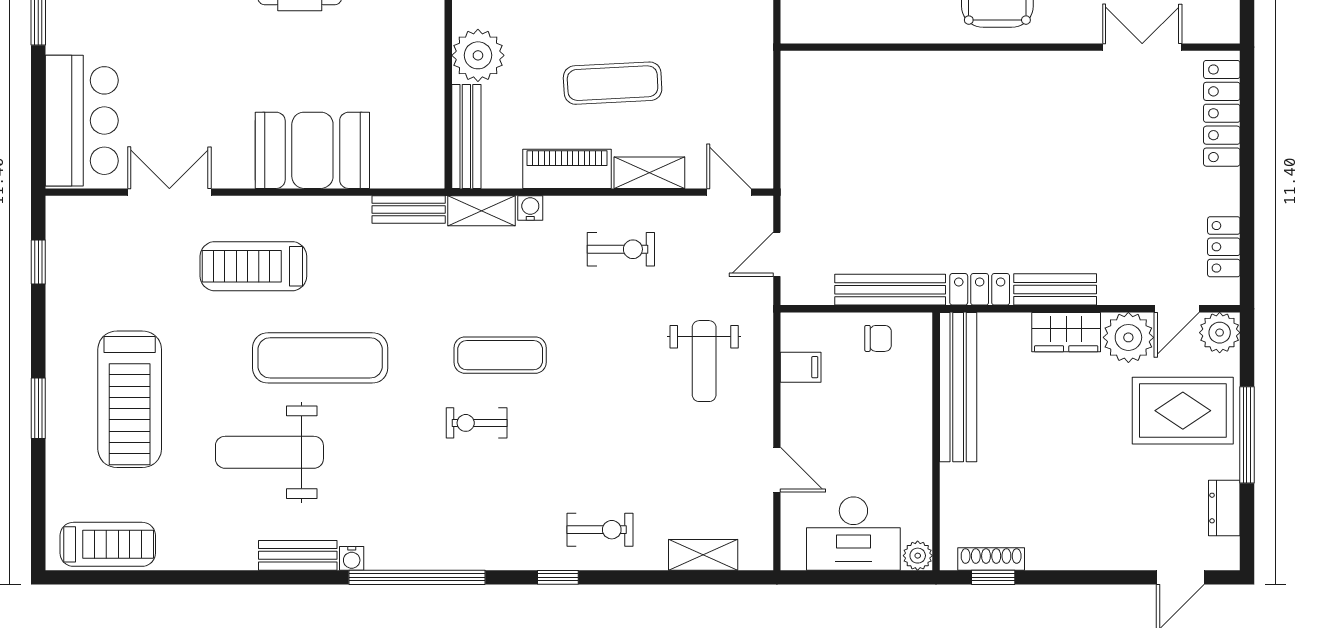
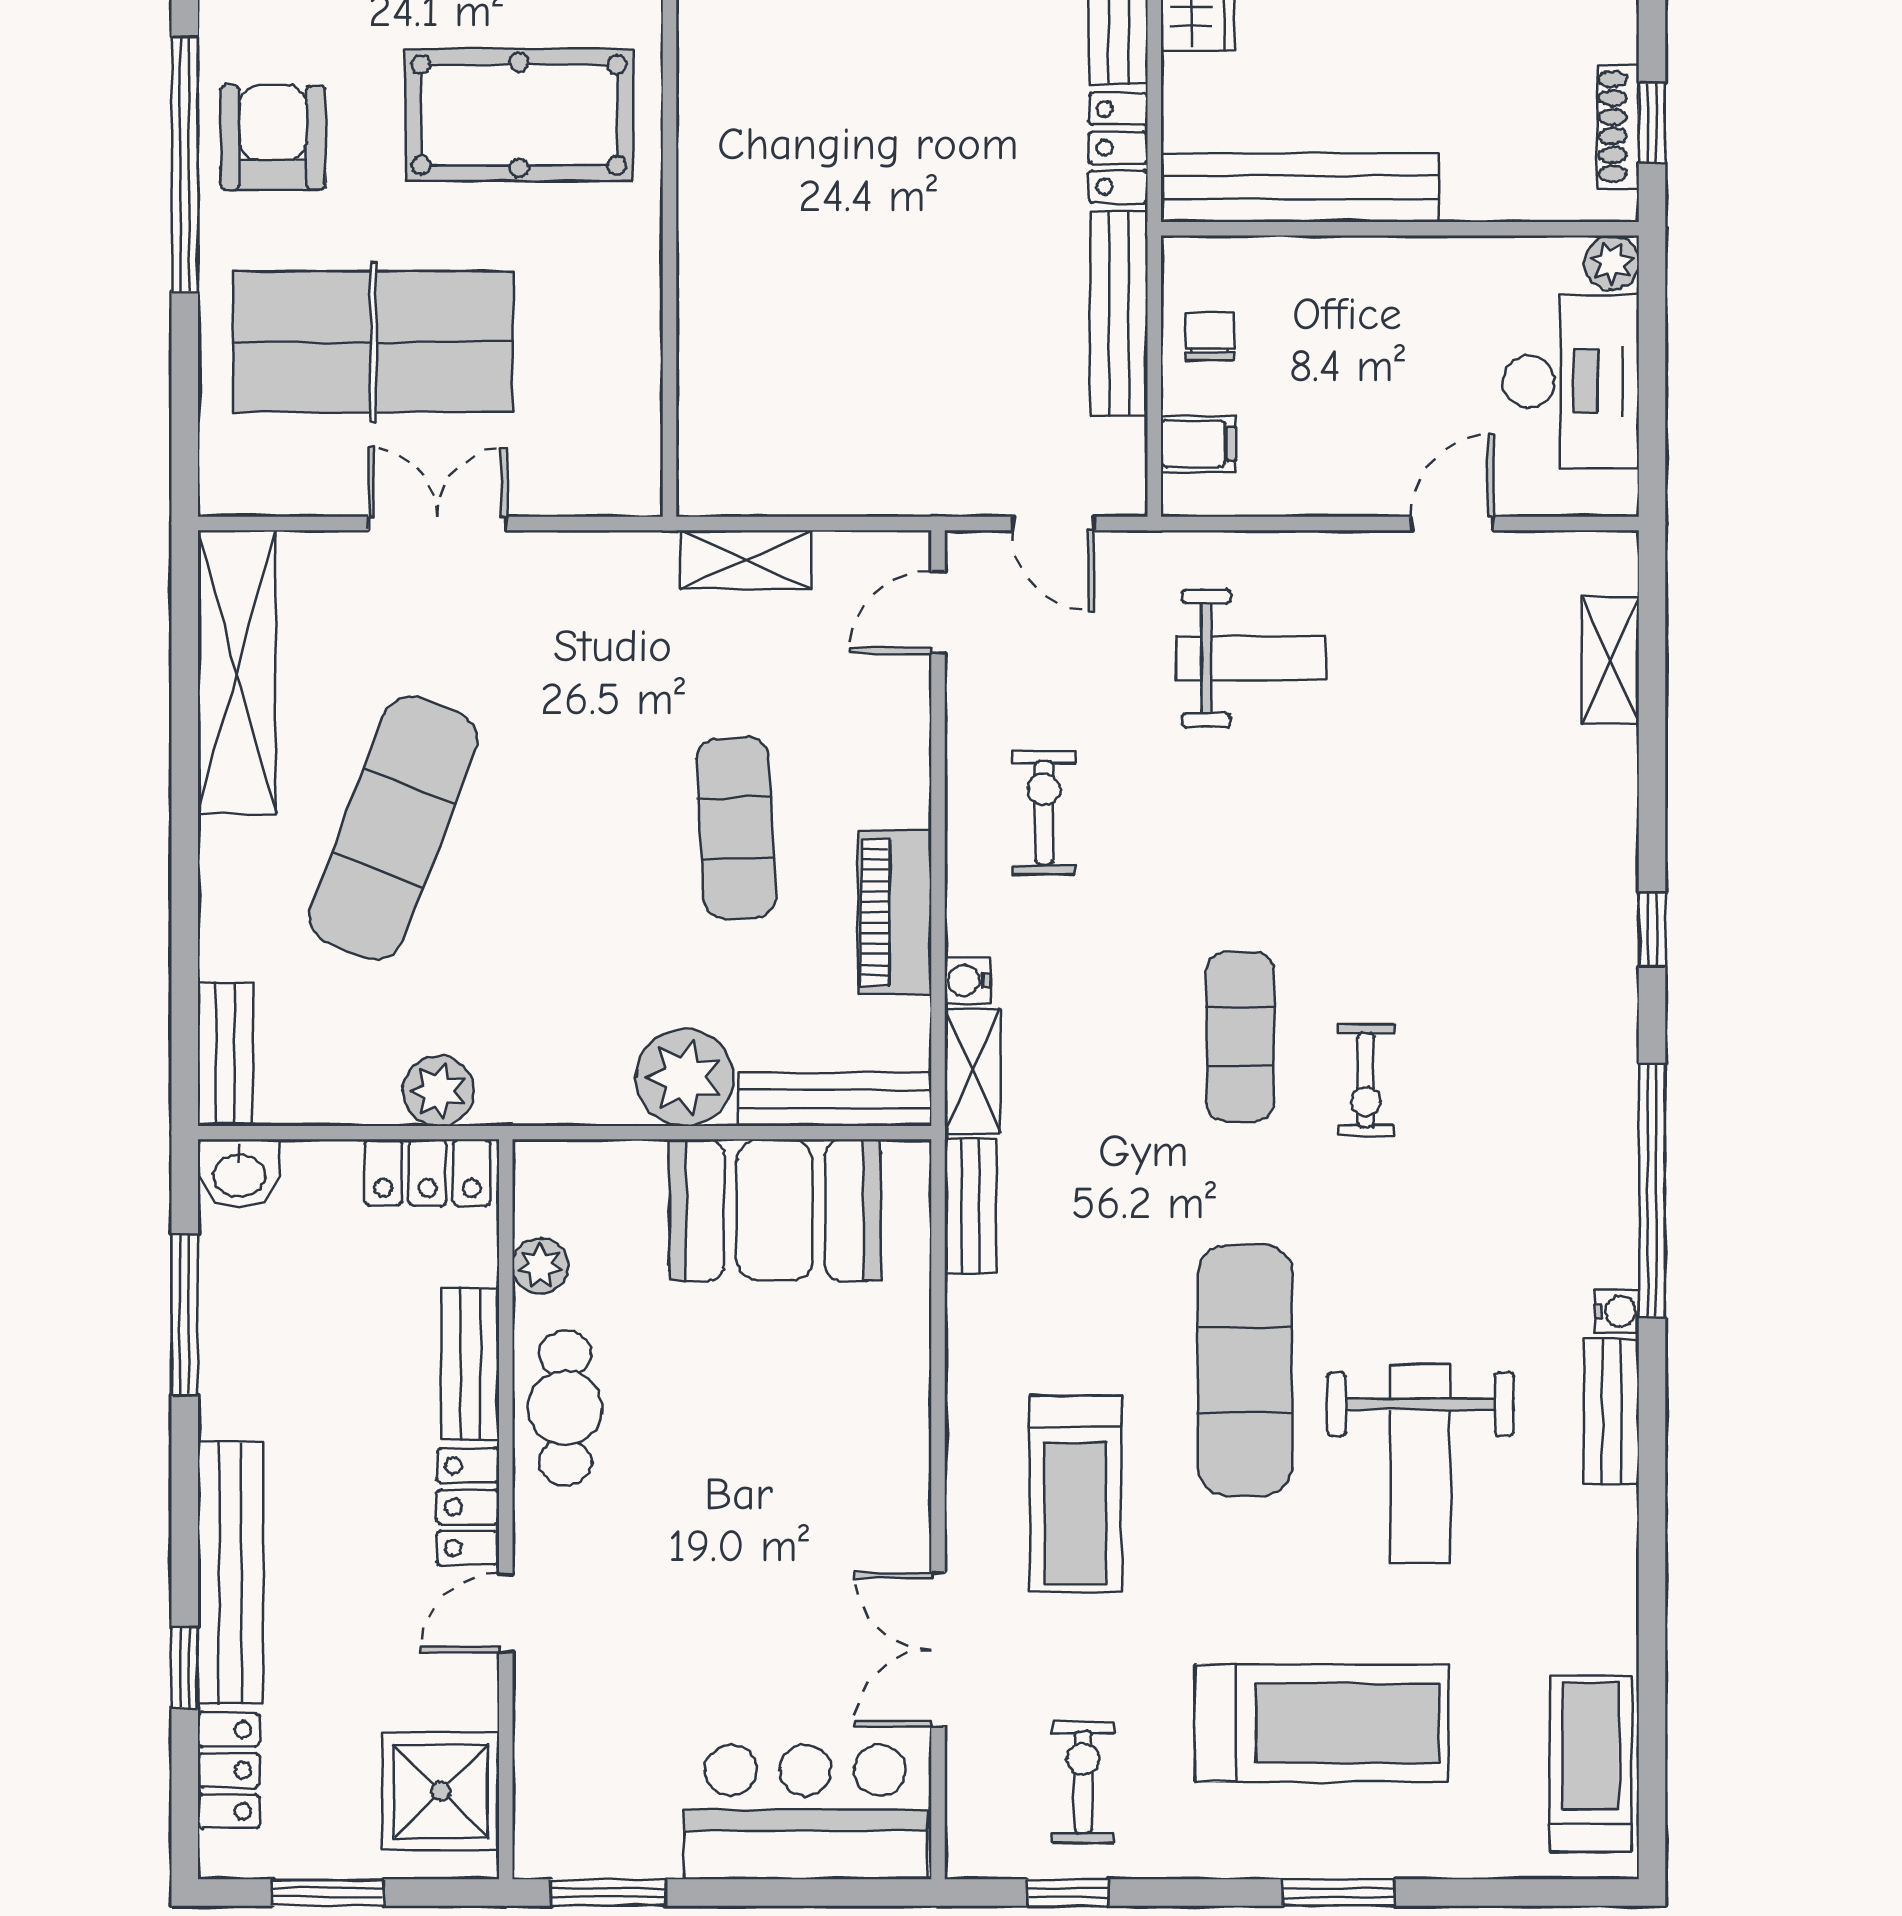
booth: (312, 150) -> (775, 1210), moved, turned 90
shelving: (649, 173) -> (746, 559), moved, turned 90
filing cabinet: (801, 367) -> (1198, 444), moved, turned 90
exercise bike: (600, 530) -> (1083, 1782), moved

